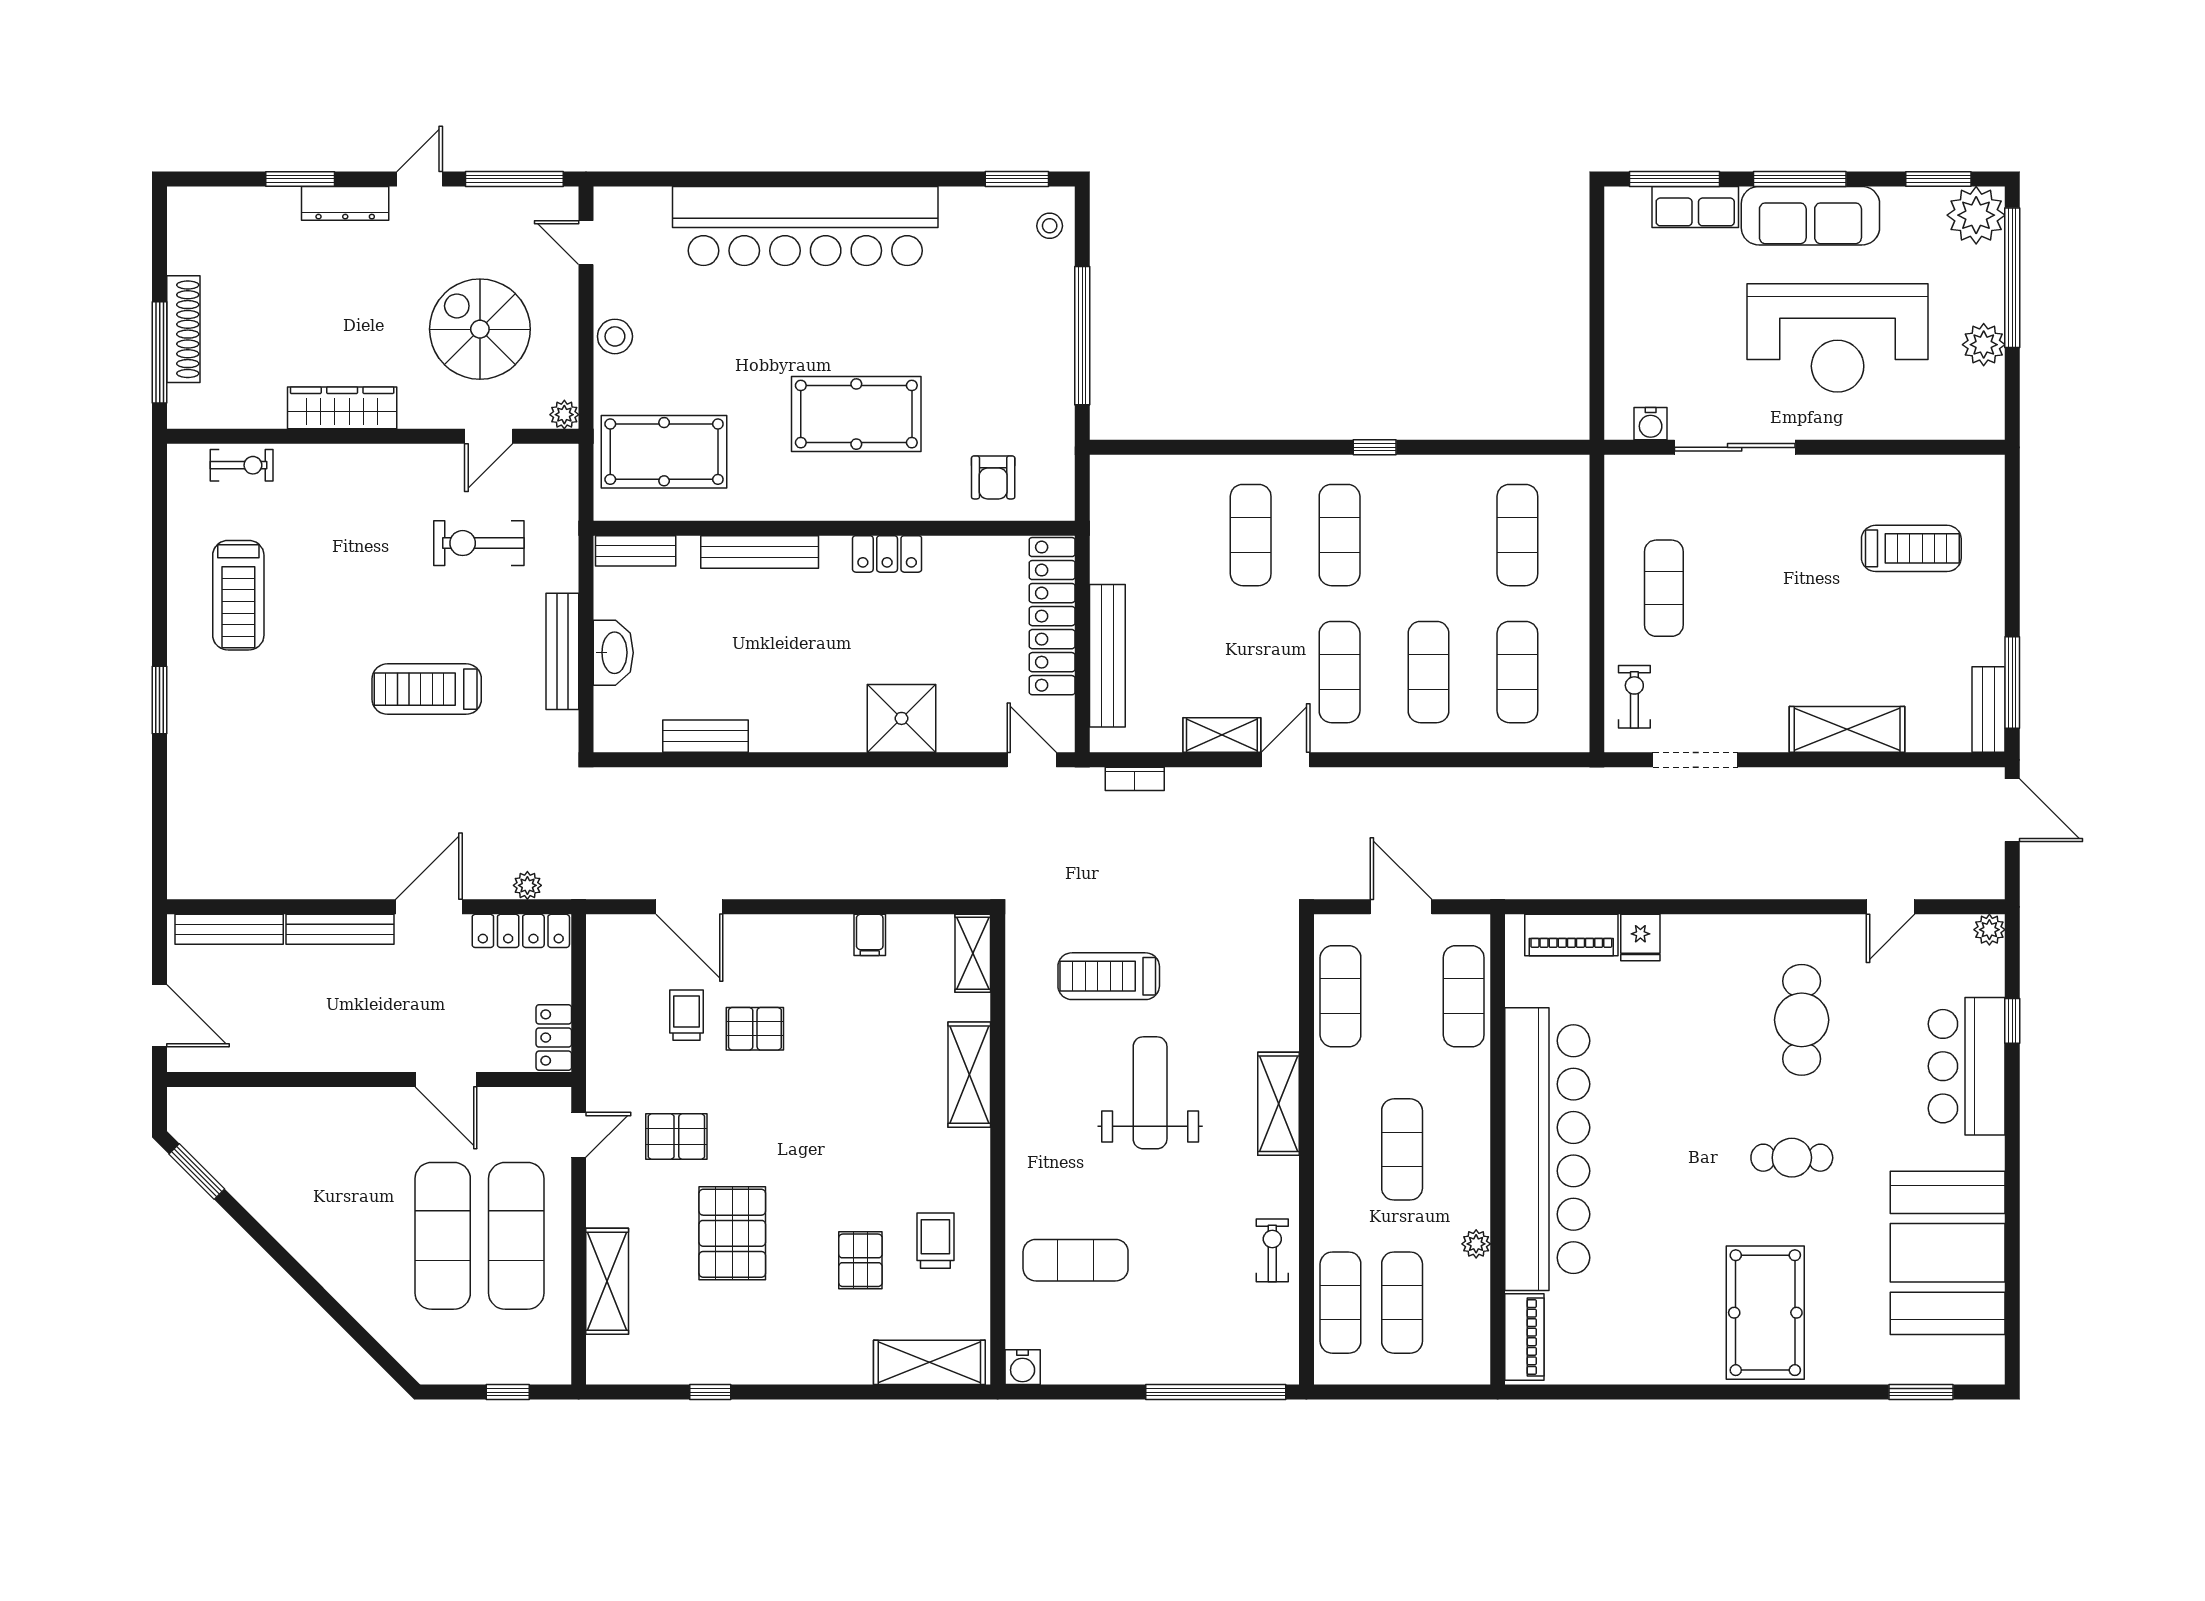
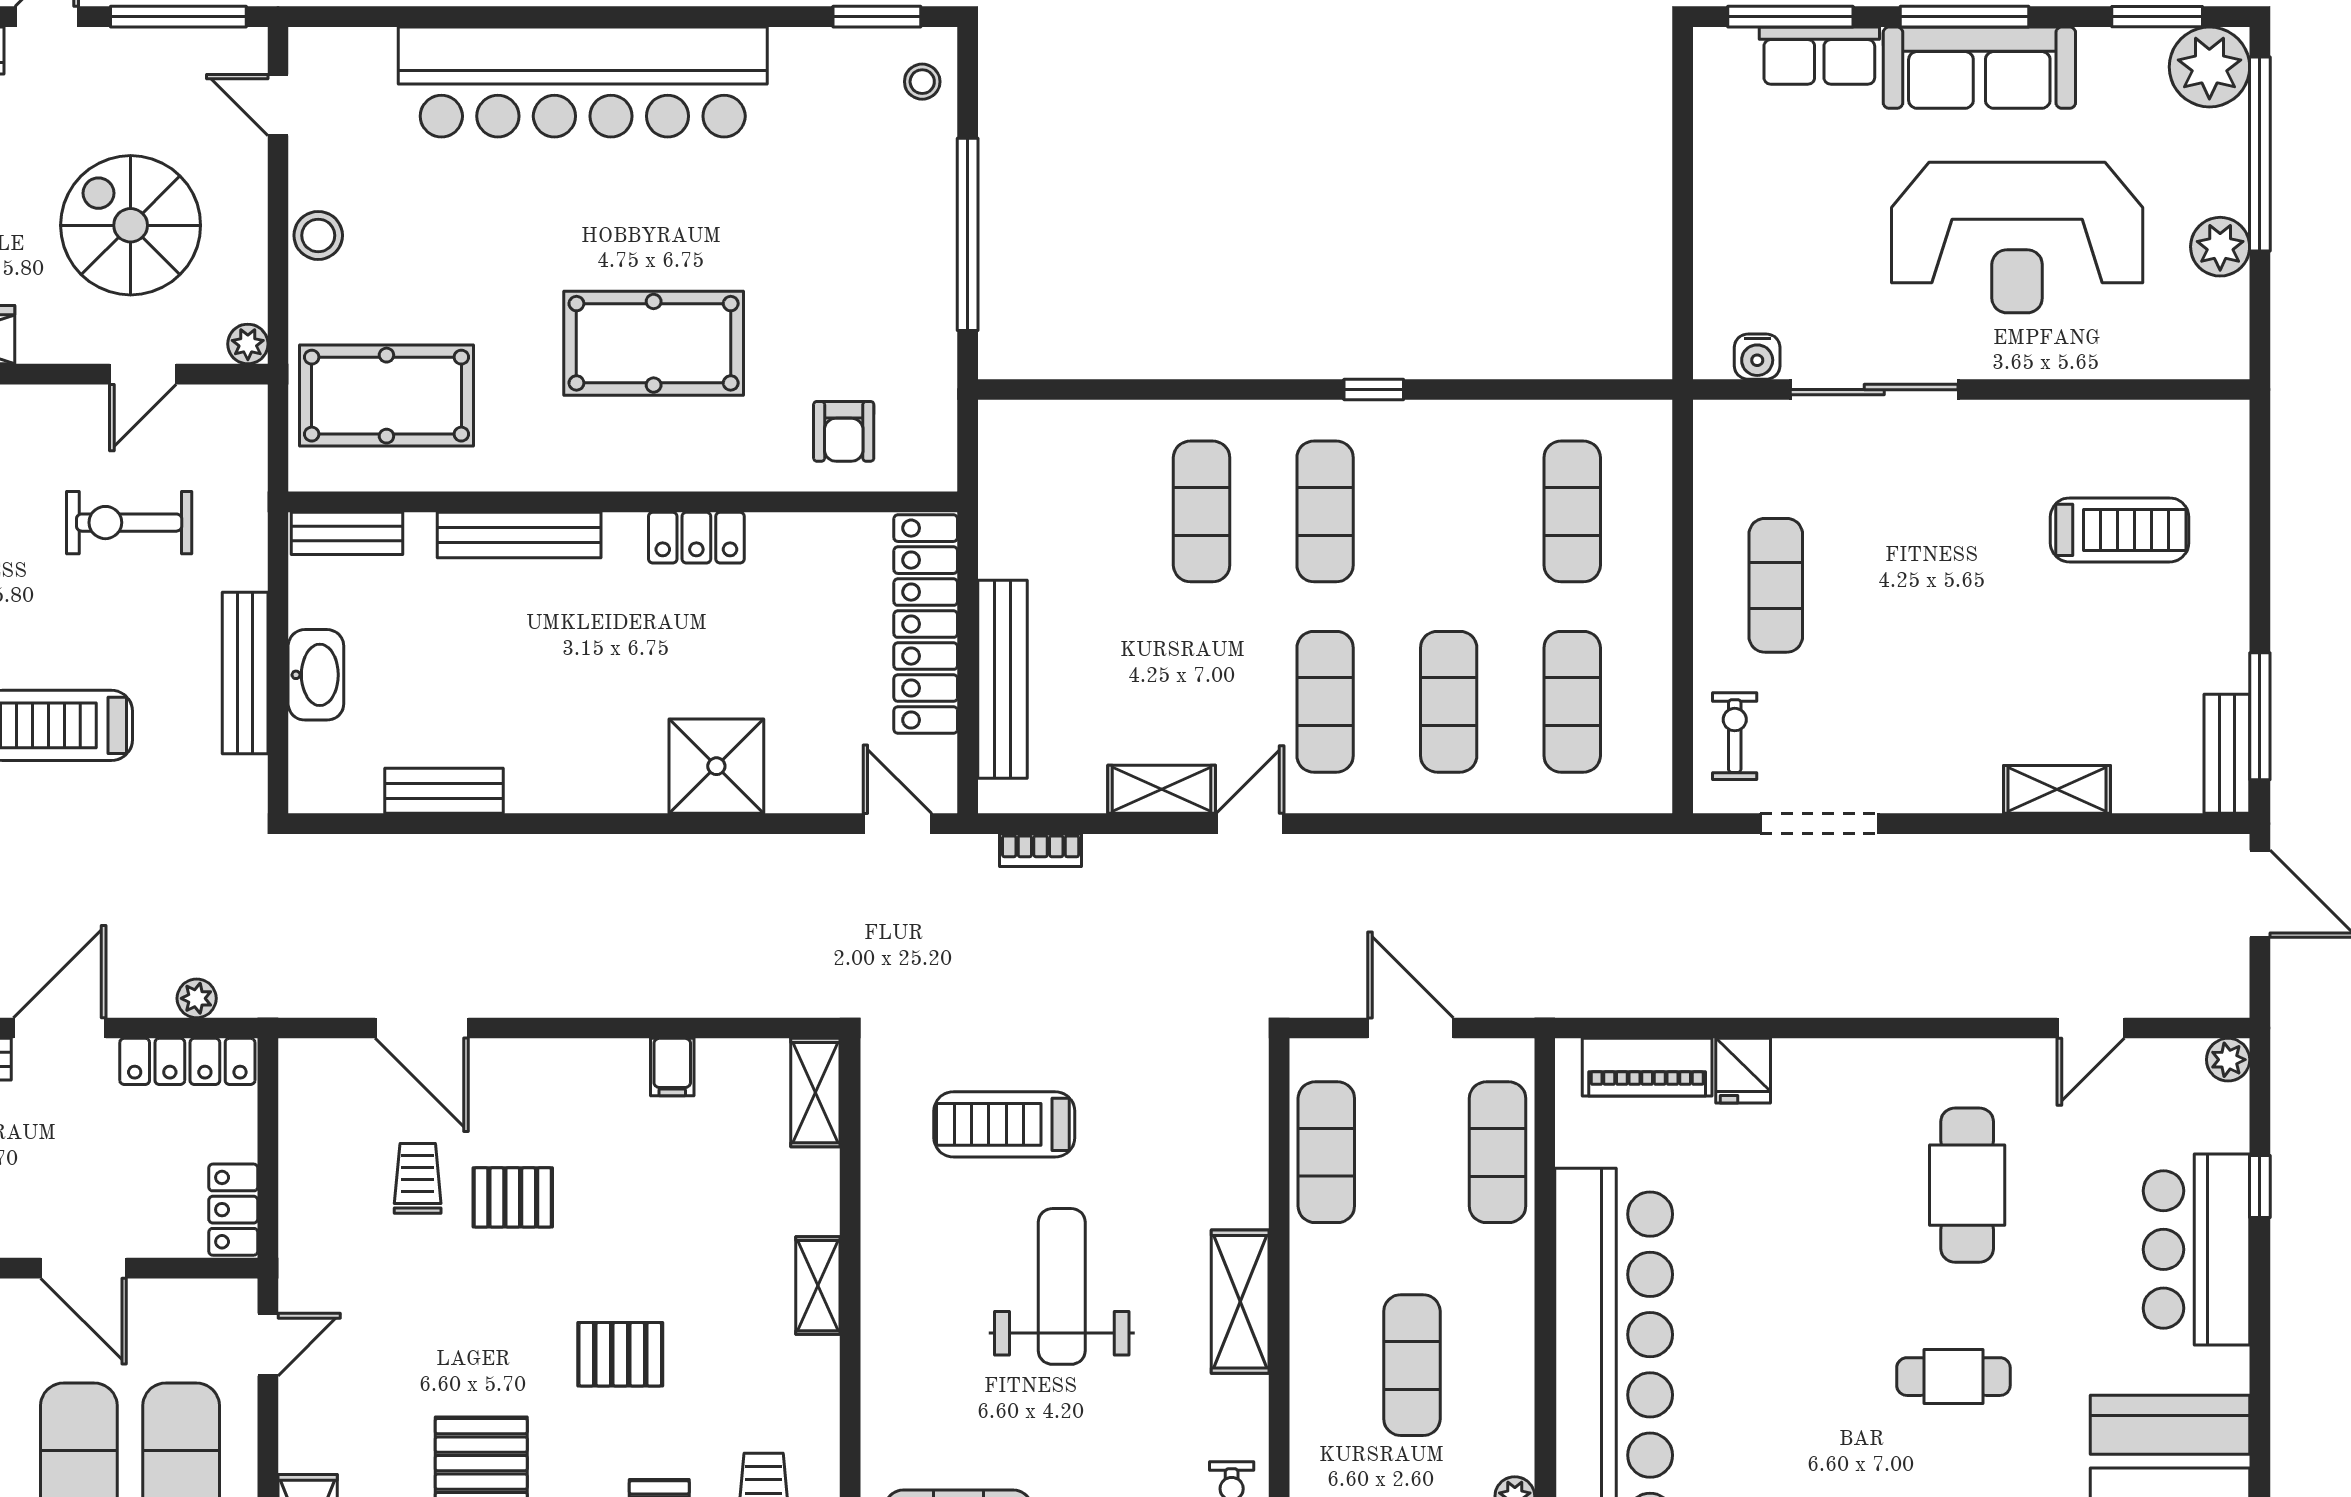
shelving: (1847, 729) -> (2057, 789), width x0.67, depth x0.75
shelving: (969, 1075) -> (818, 1286), width x0.67, depth x0.75
pallet: (676, 1137) -> (620, 1354), moved

